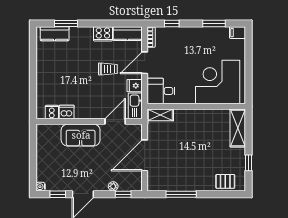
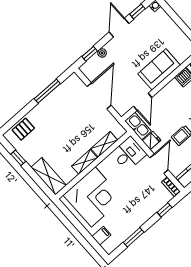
filing cabinet: (238, 33) -> (101, 236), moved
shelving: (160, 115) -> (104, 144), moved
shelving: (201, 115) -> (85, 162), added

